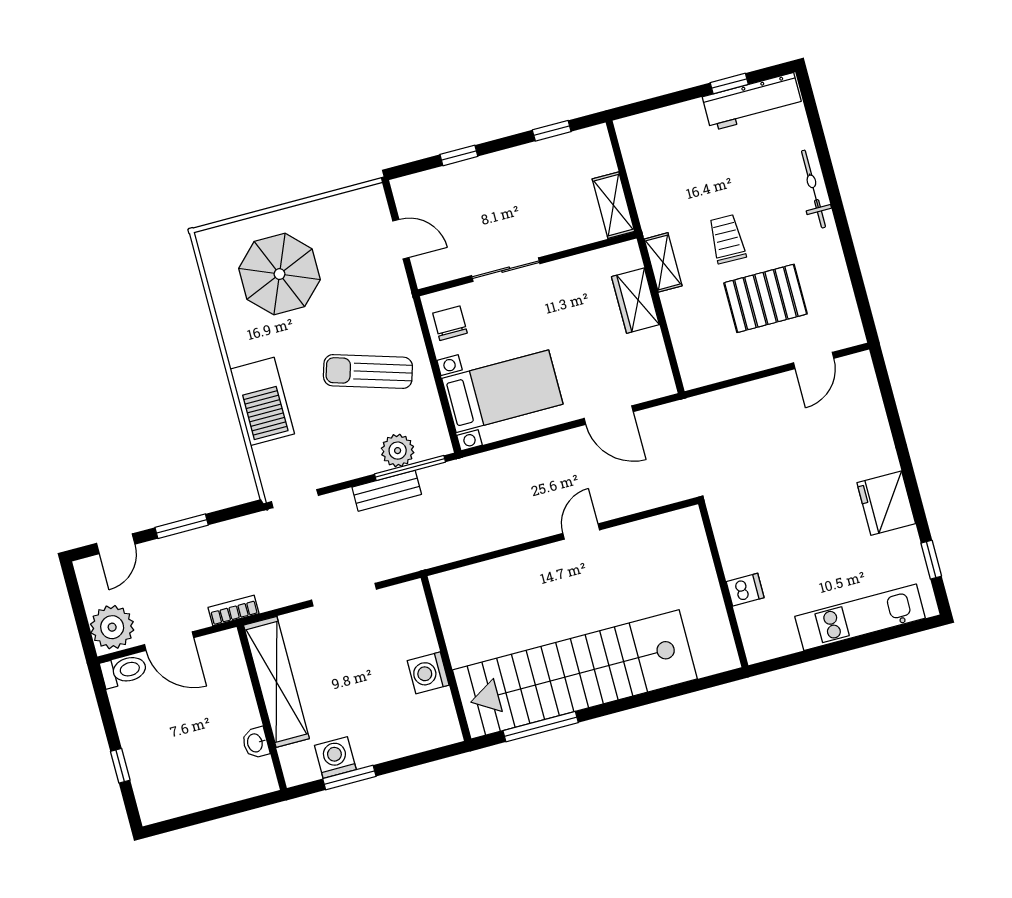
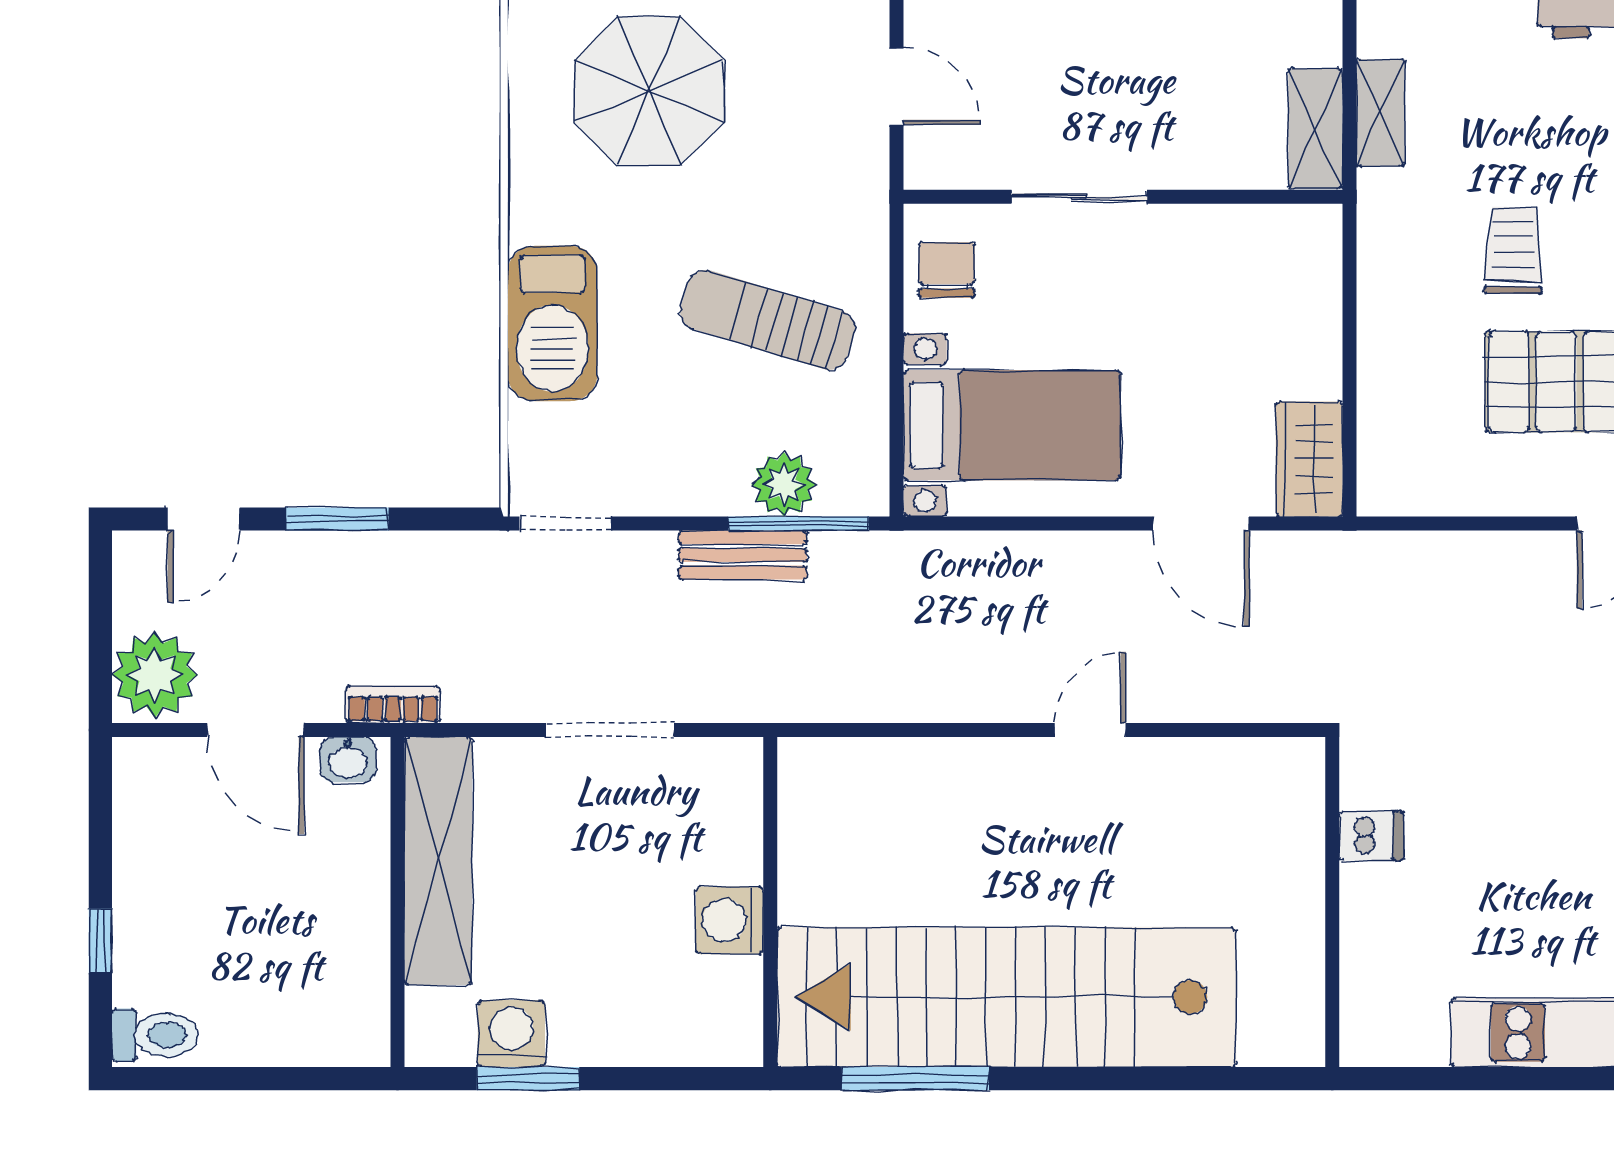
shelving: (663, 262) -> (1380, 113), moved
wardrobe: (635, 301) -> (1309, 459), moved
dishwasher: (745, 590) -> (1371, 836), moved
toilet: (124, 671) -> (155, 1035), moved
washbasin: (256, 743) -> (348, 760), moved, turned -90

